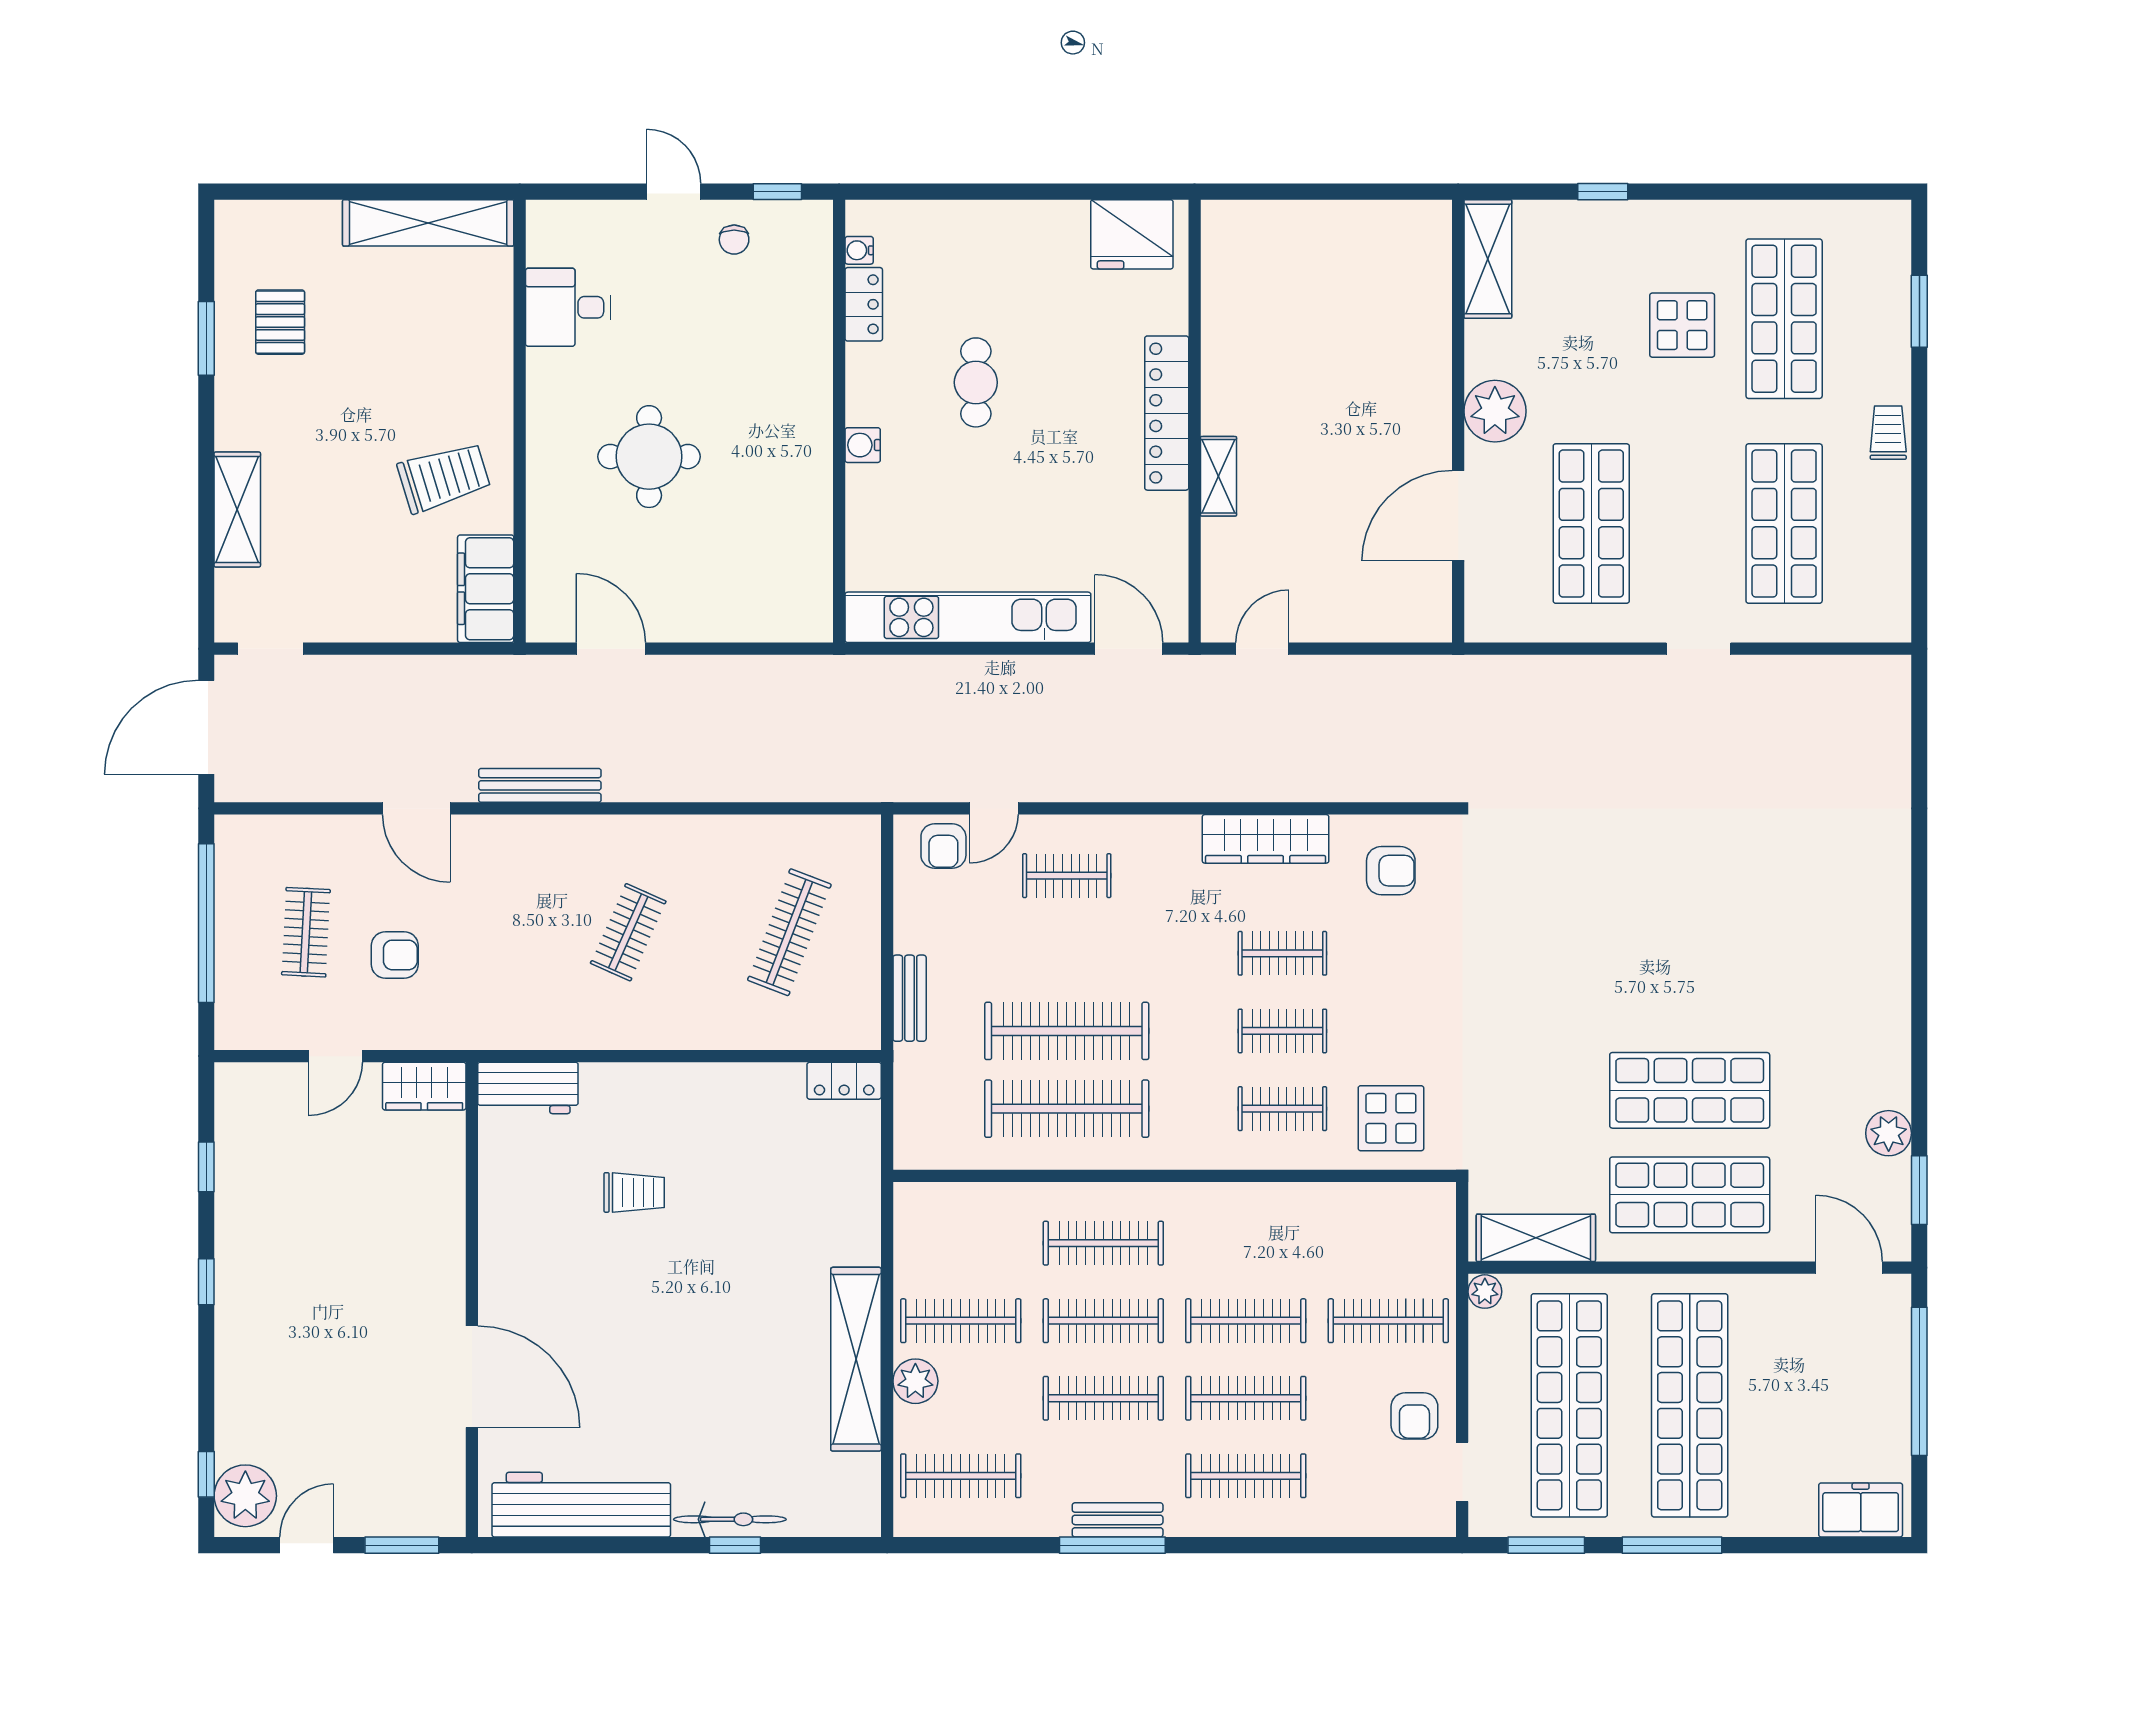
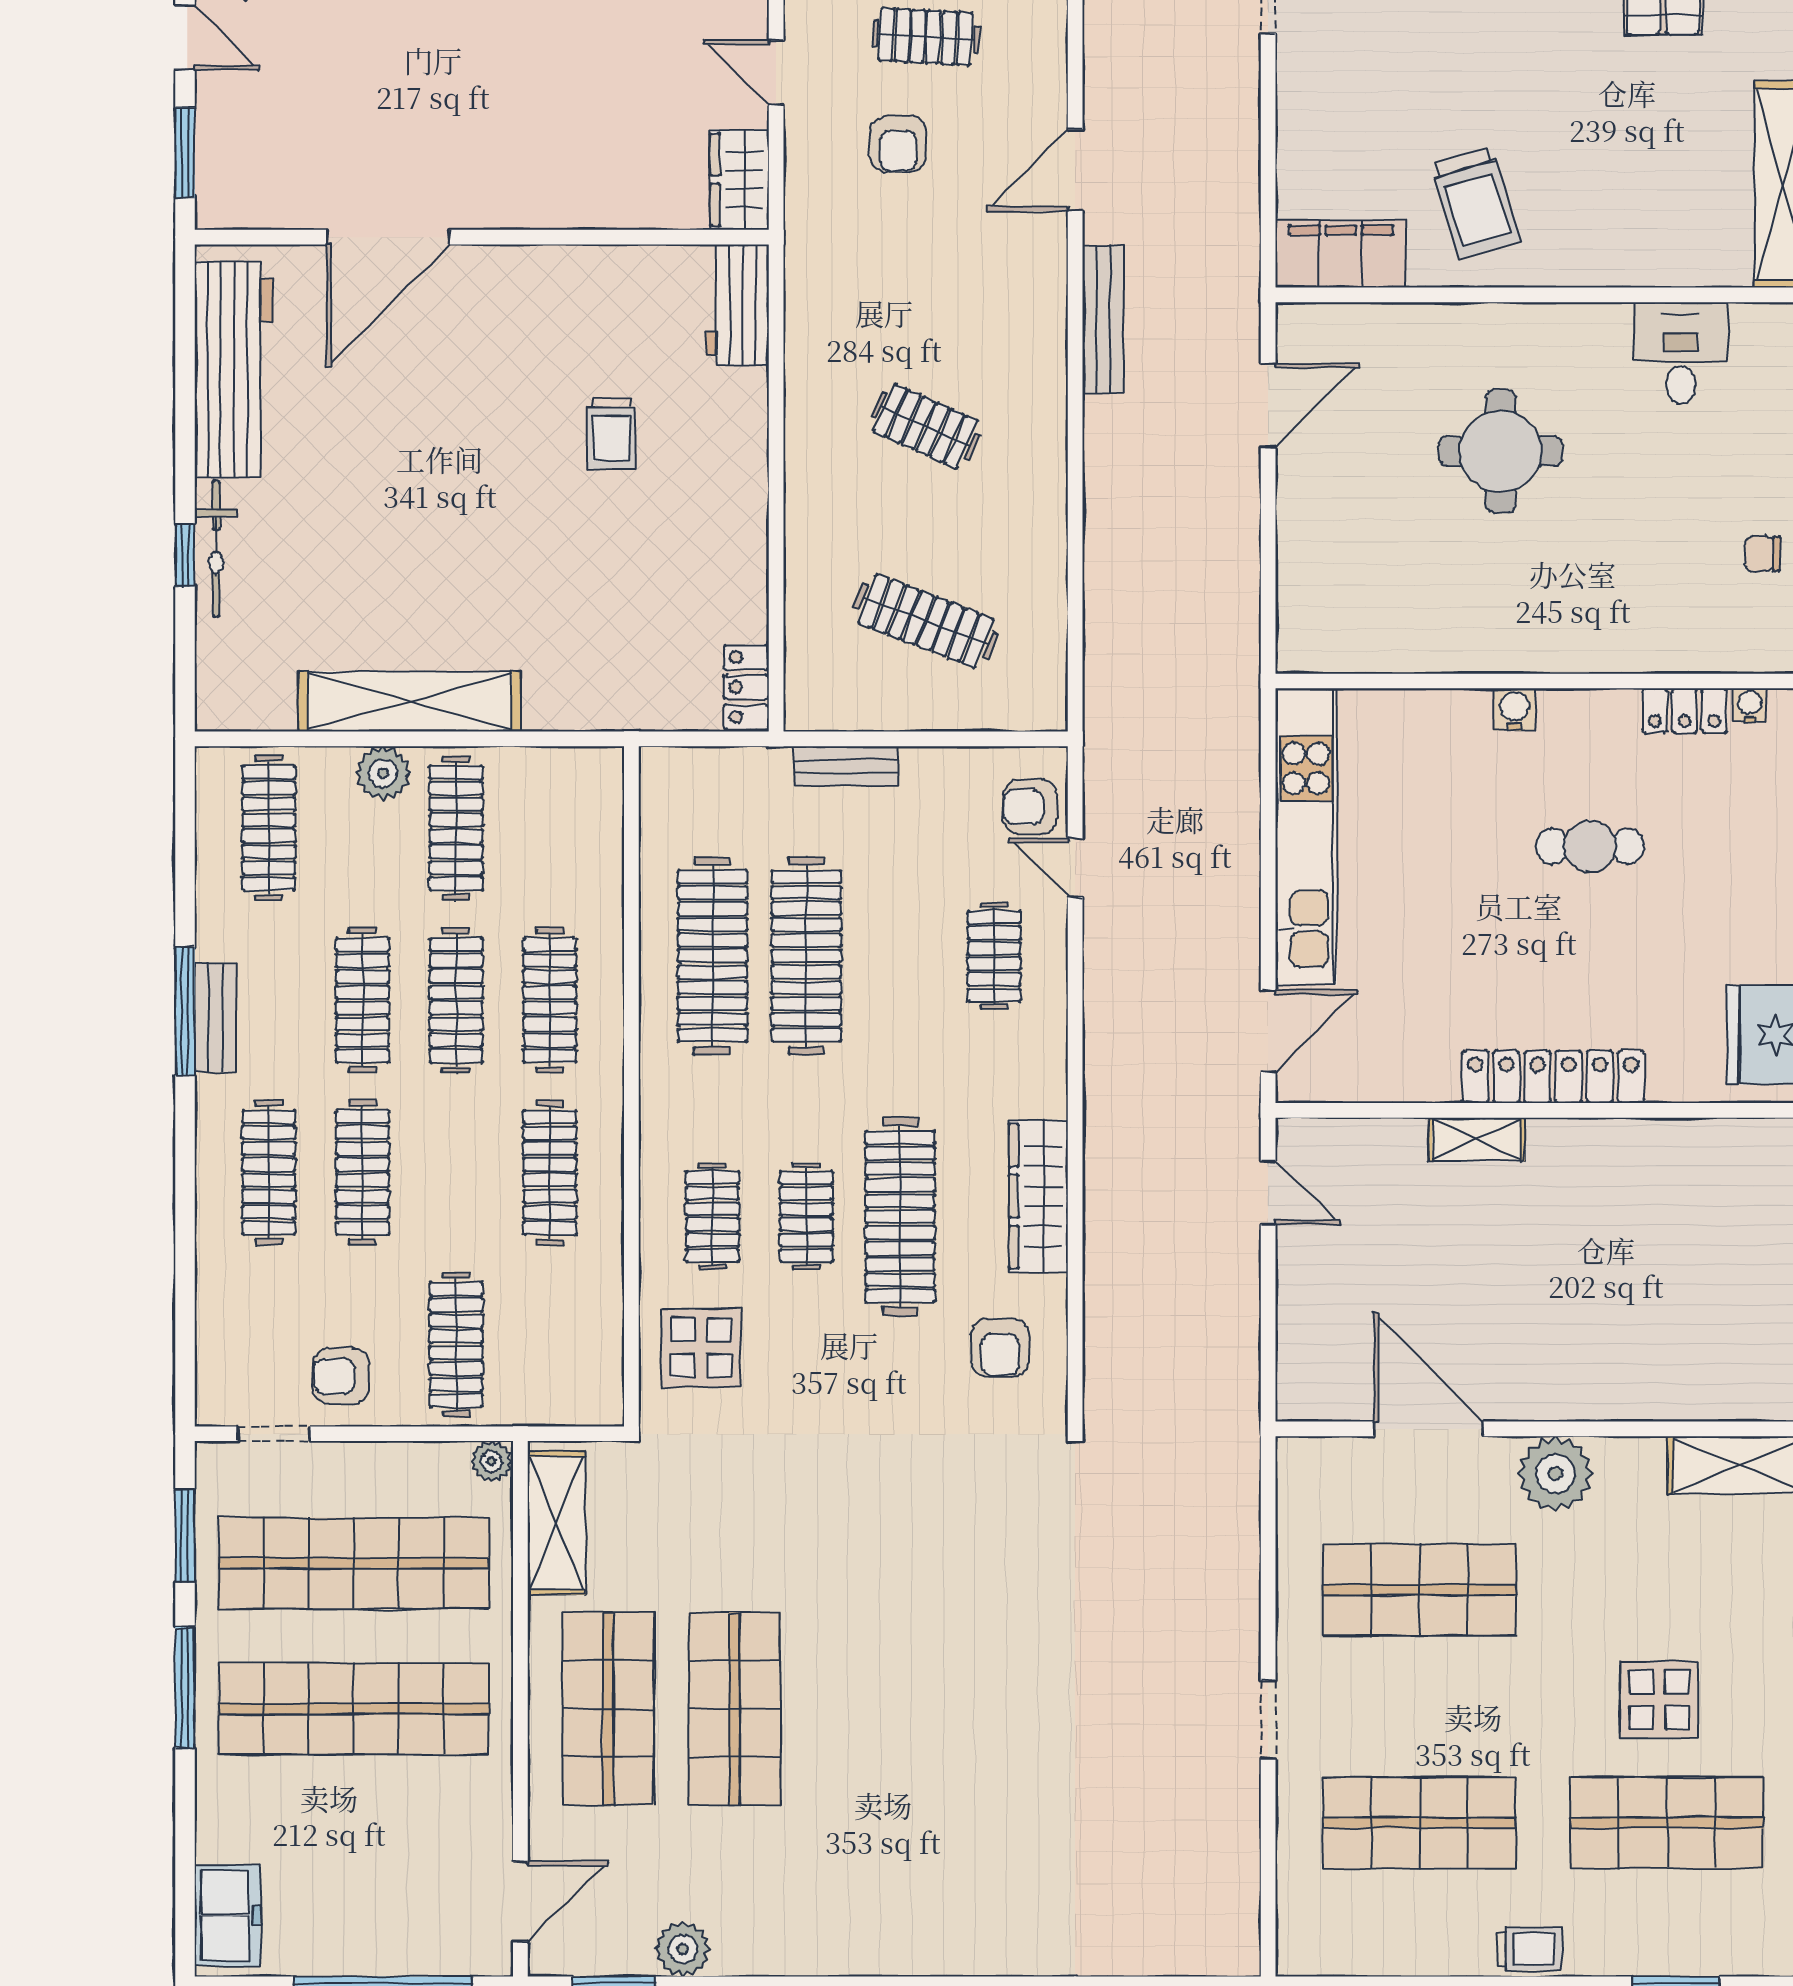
clothes rail: (1282, 953) -> (900, 1217), width x1.86, depth x1.31
clothes rail: (1246, 1321) -> (550, 1172), moved

